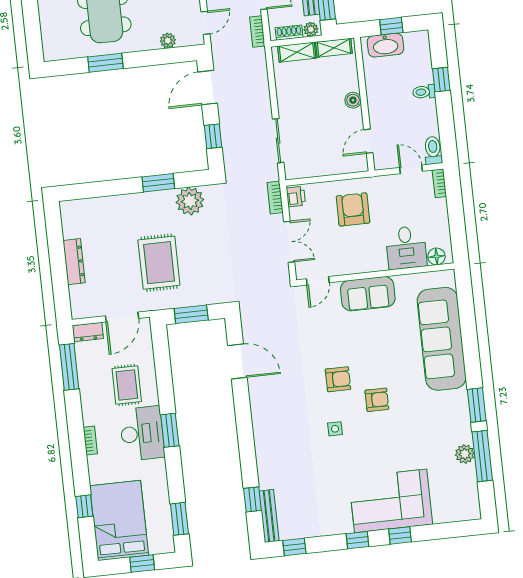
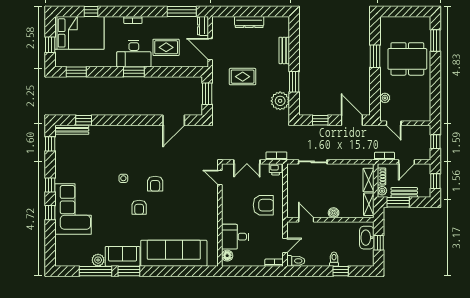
bench: (112, 203) -> (284, 50), added
rug: (159, 263) -> (243, 77), width x0.73, depth x0.70
sofa: (368, 294) -> (123, 256), moved, turned 90

